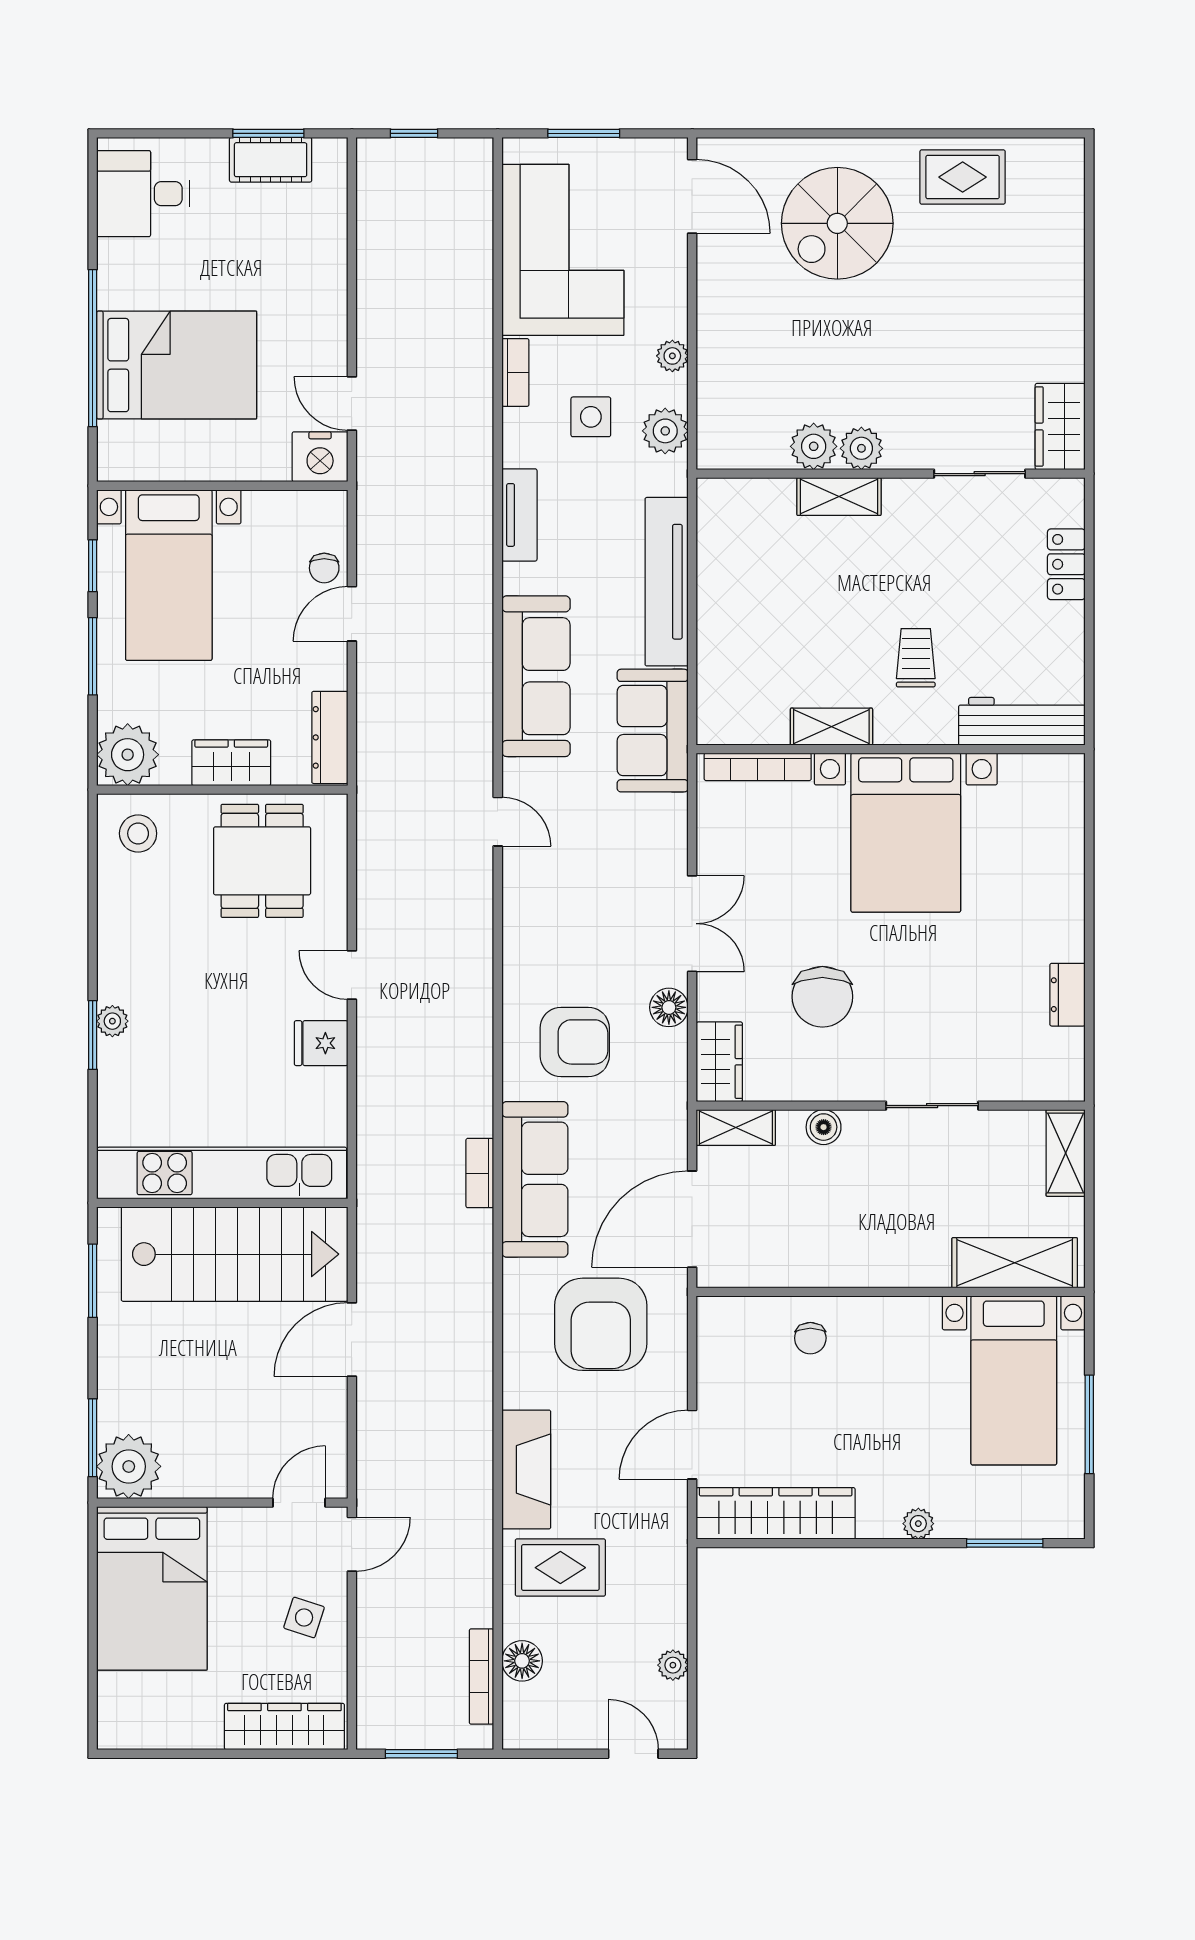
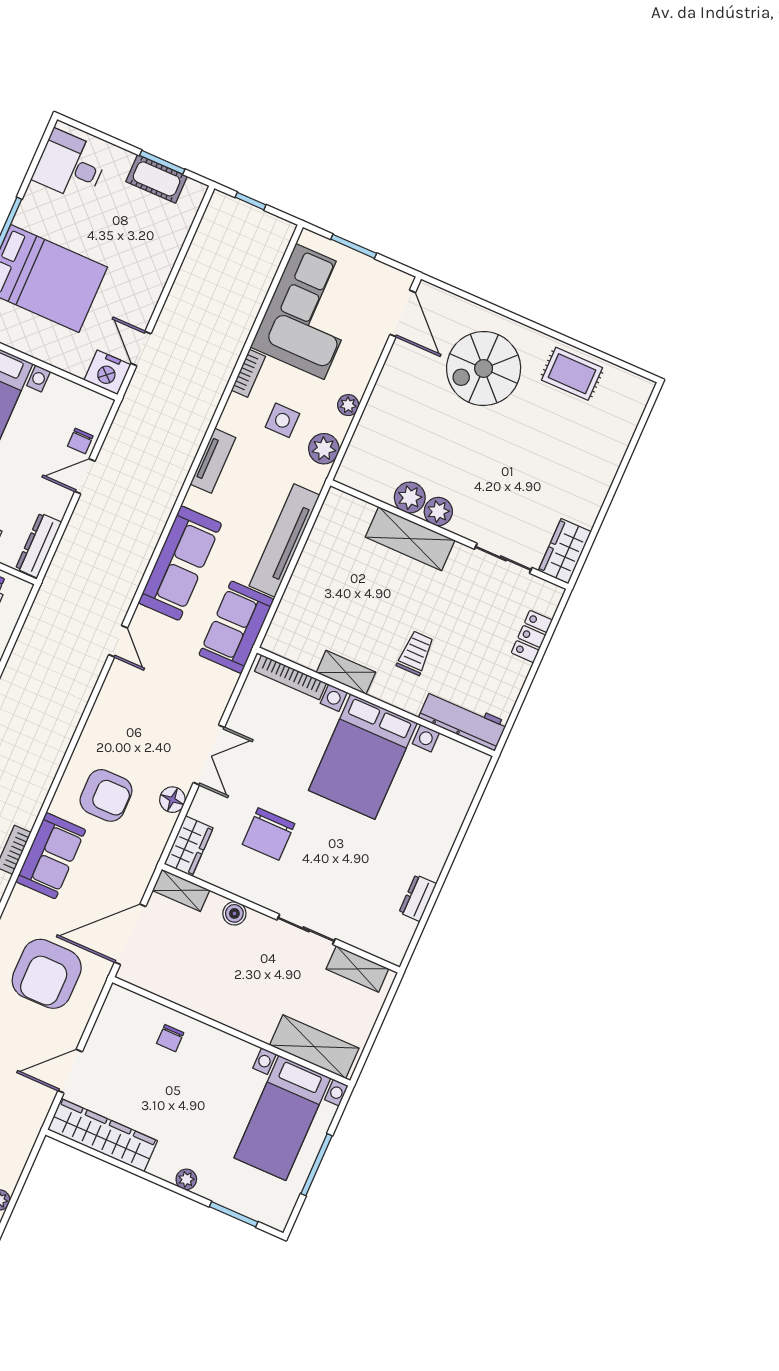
shelving: (839, 497) -> (410, 539), width x1.50, depth x1.33
shelving: (1066, 1153) -> (357, 969), moved, turned 90
sofa: (535, 1179) -> (51, 856), width x0.73

